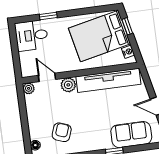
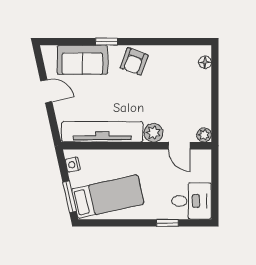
window: (127, 26) -> (69, 197), width x1.50
bed: (100, 36) -> (108, 197), width x0.67
armchair: (62, 132) -> (134, 61), moved

